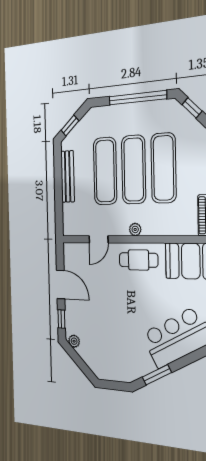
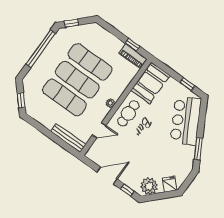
bench: (68, 177) -> (68, 138), moved
door: (99, 239) -> (99, 130), hinge flipped
plant: (74, 341) -> (149, 186), width x1.88, depth x1.88
fridge: (98, 365) -> (170, 184), added

